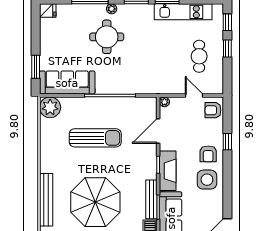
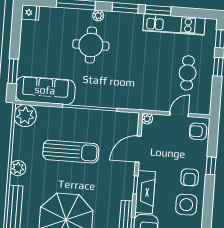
door: (194, 96) -> (179, 114), hinge flipped
plant: (47, 157) -> (18, 168), added

